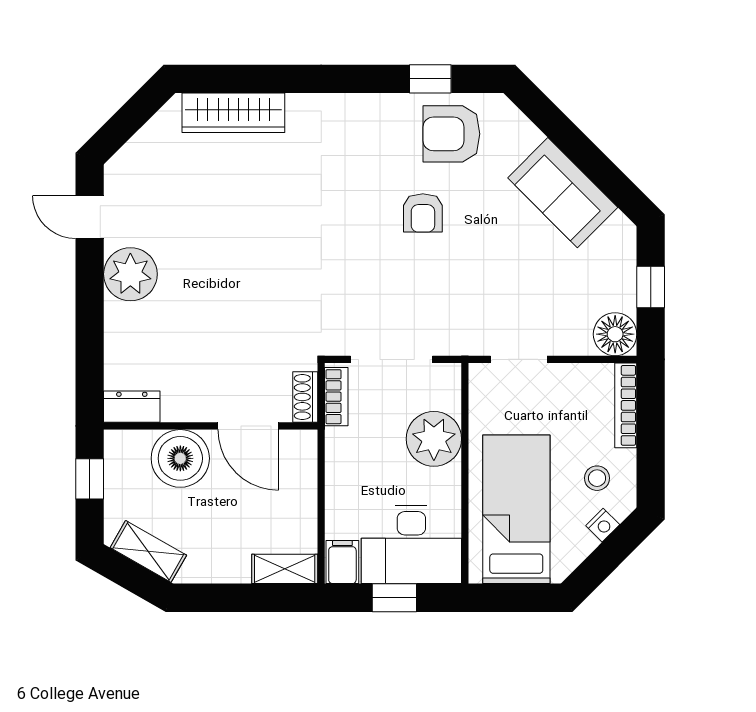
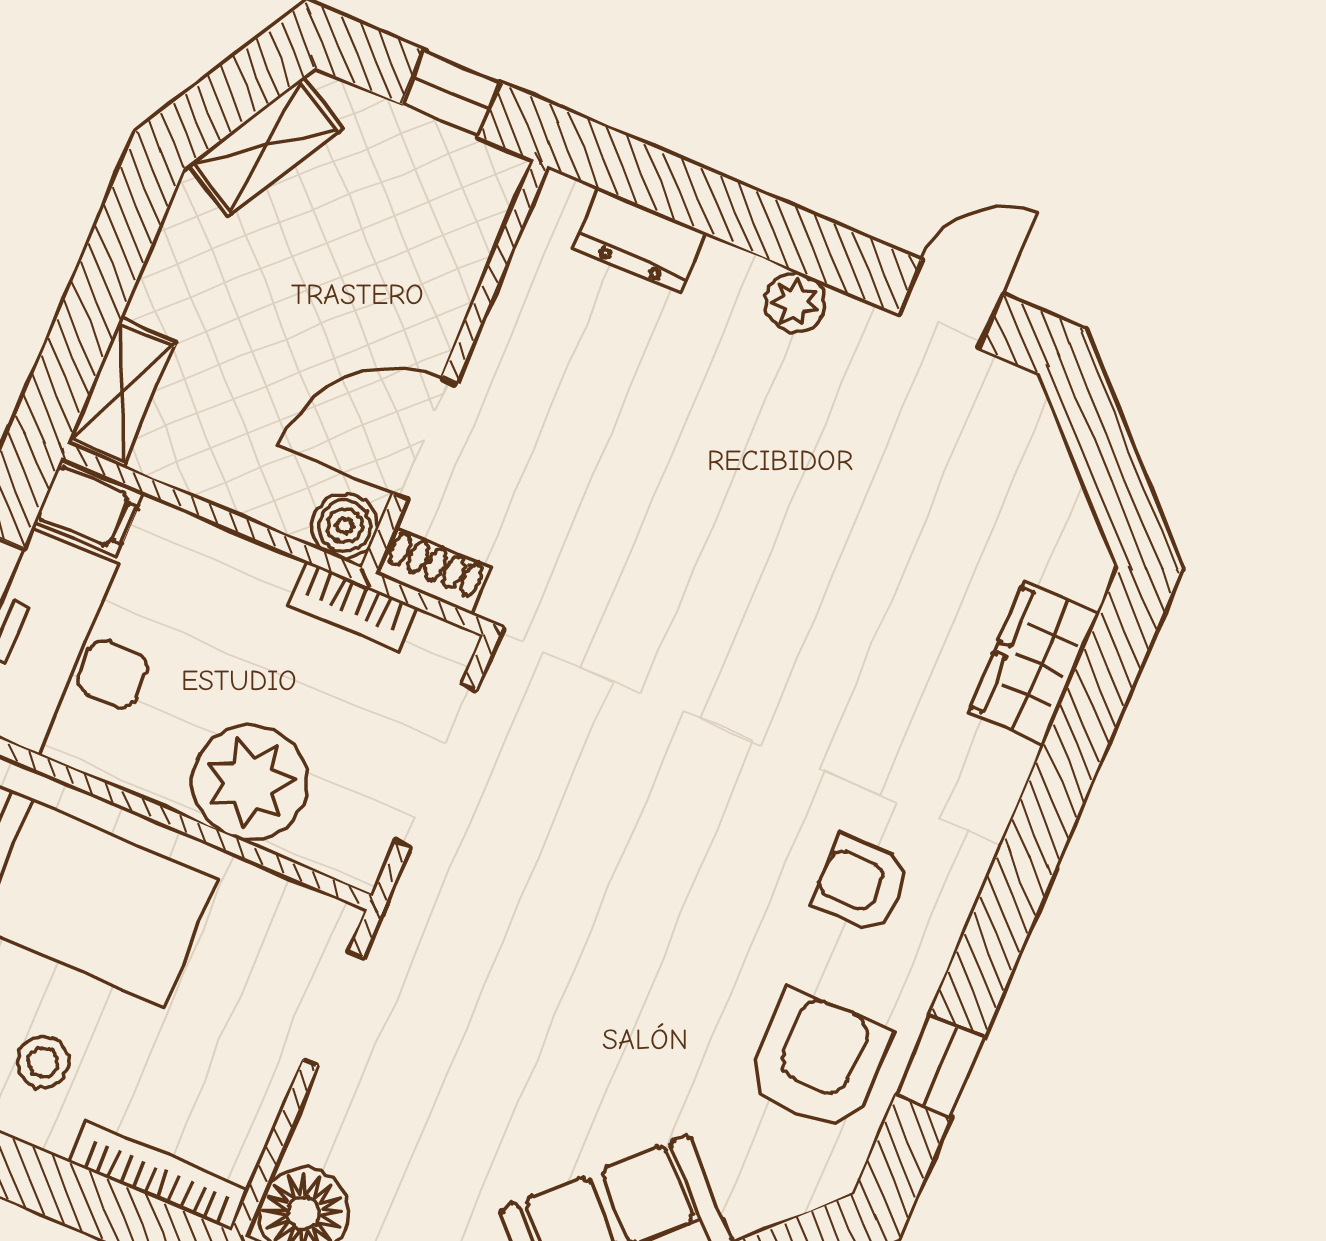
wardrobe: (233, 113) -> (1034, 663), width x0.67
armchair: (423, 213) -> (862, 885), moved
plant: (130, 274) -> (795, 302), width x0.53, depth x0.53
bookcase: (336, 397) -> (352, 606), moved
dresser: (132, 407) -> (640, 240), moved, turned 90
boiler: (180, 458) -> (344, 526), moved, width x0.54, depth x0.54

